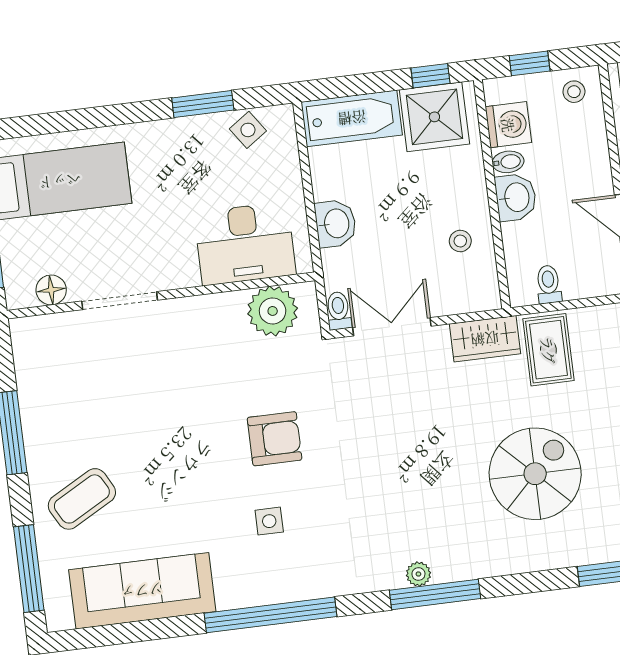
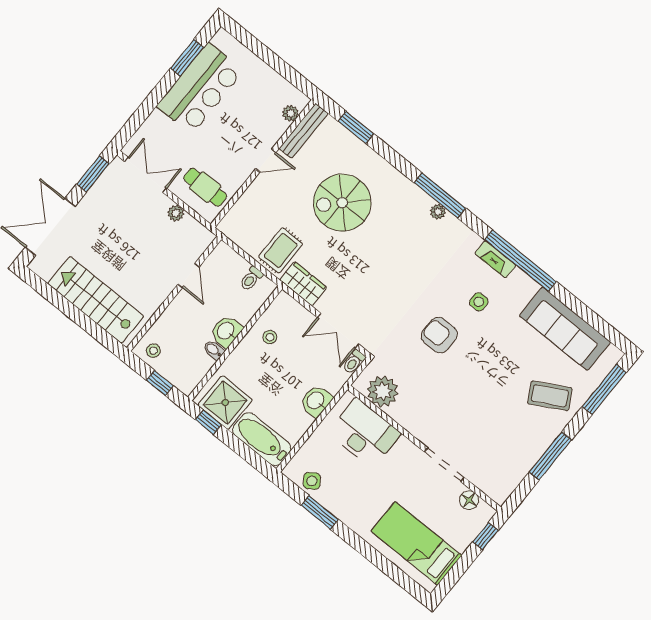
washing machine: (508, 125) -> (197, 366), removed
fireplace: (300, 587) -> (495, 259), added

